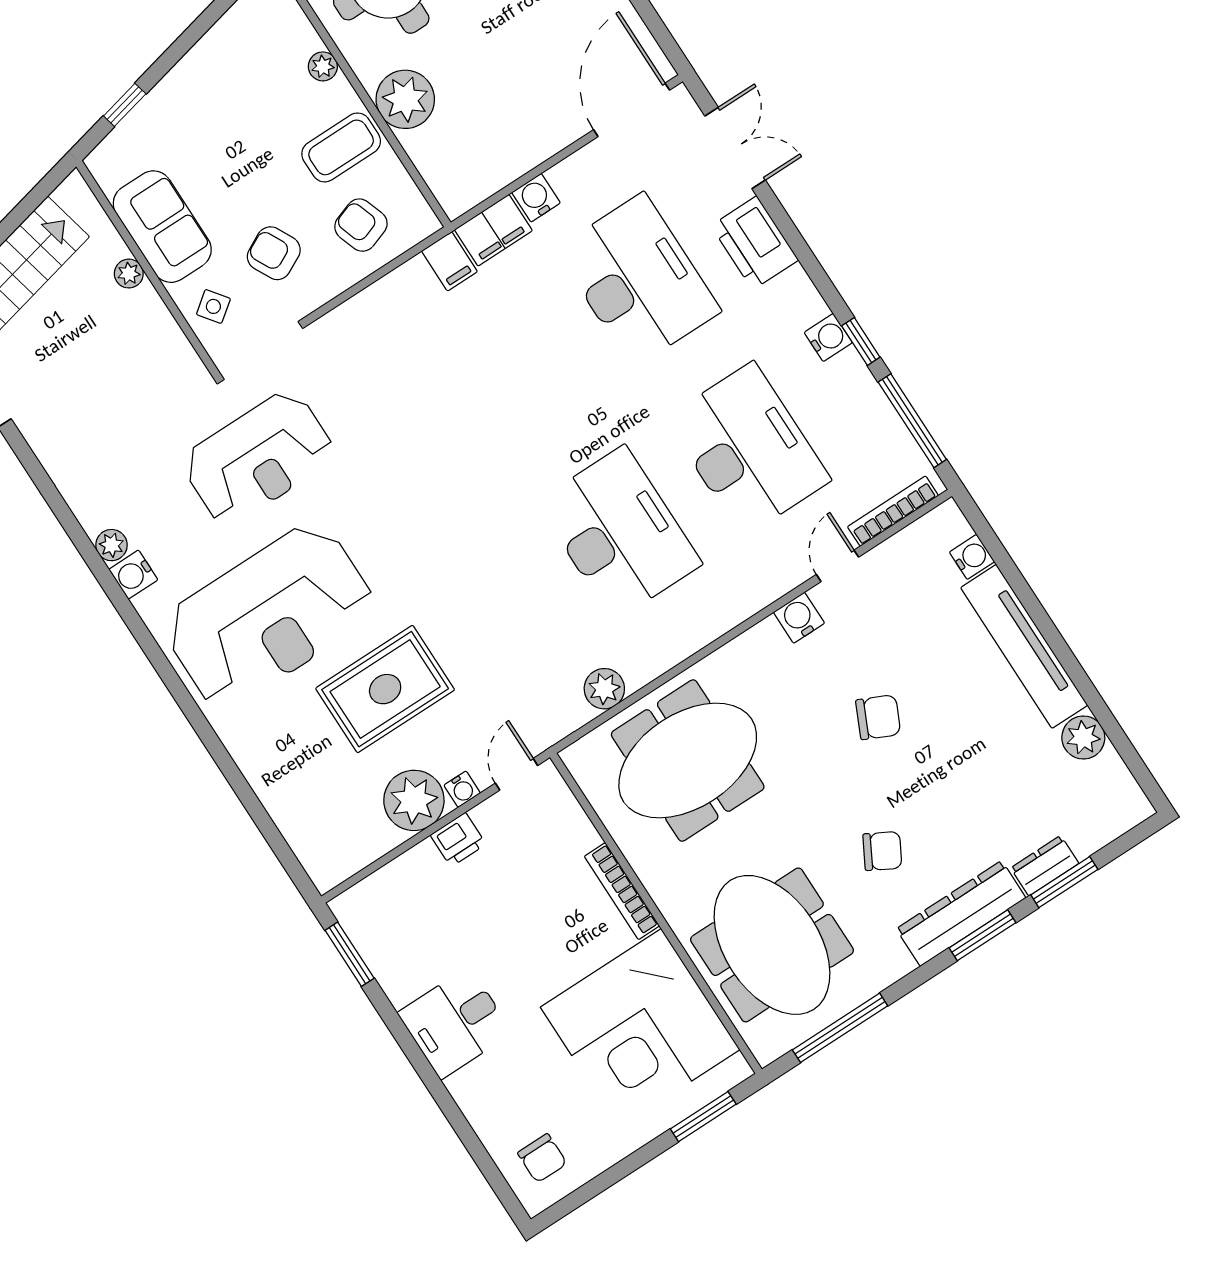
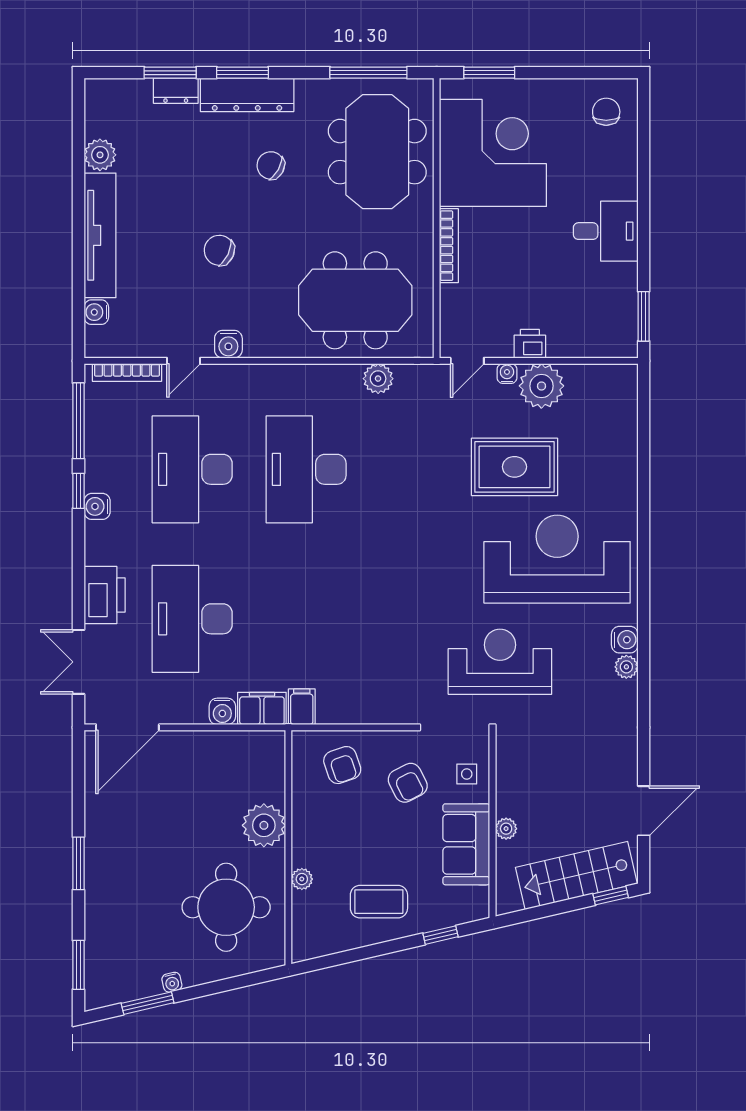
coffee table: (341, 147) -> (379, 902), moved
side table: (213, 306) -> (467, 774), turned 37

